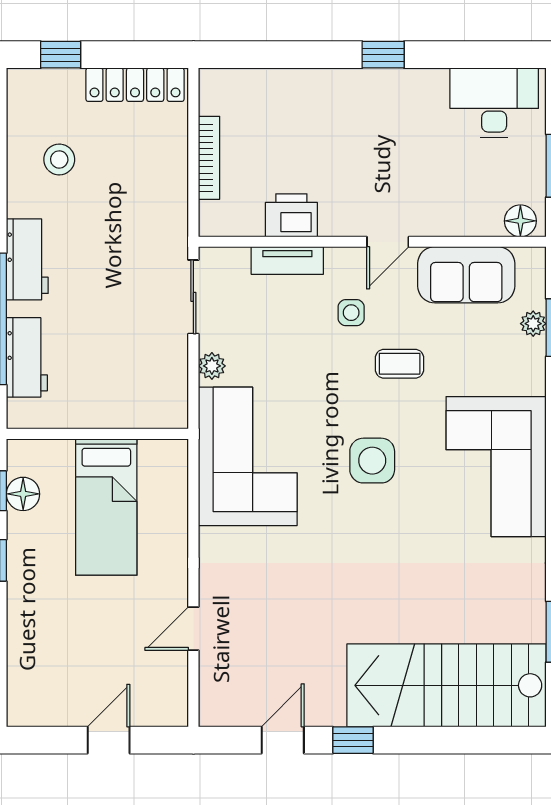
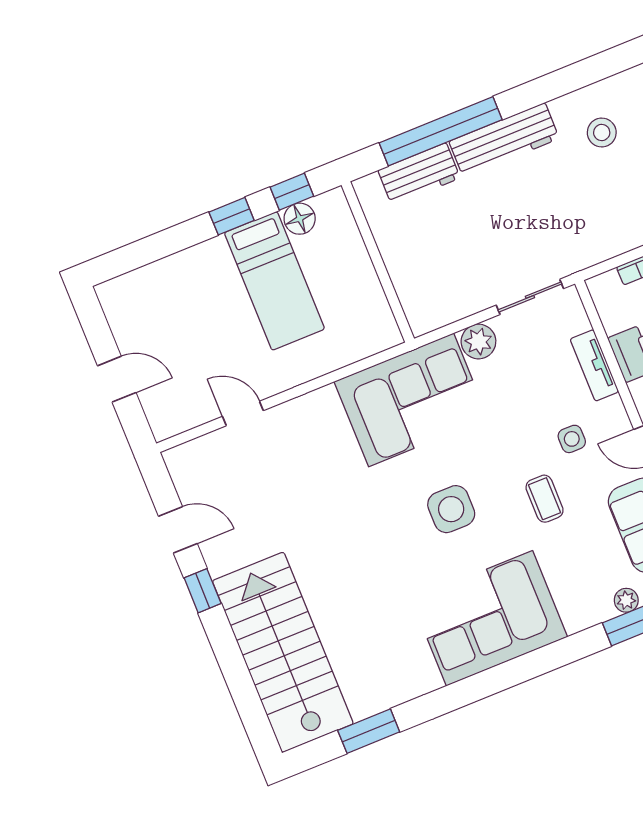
workbench: (27, 259) -> (504, 140), width x1.38
plant: (212, 366) -> (478, 342), width x1.38, depth x1.38
bed: (106, 507) -> (274, 281), moved, turned -90

